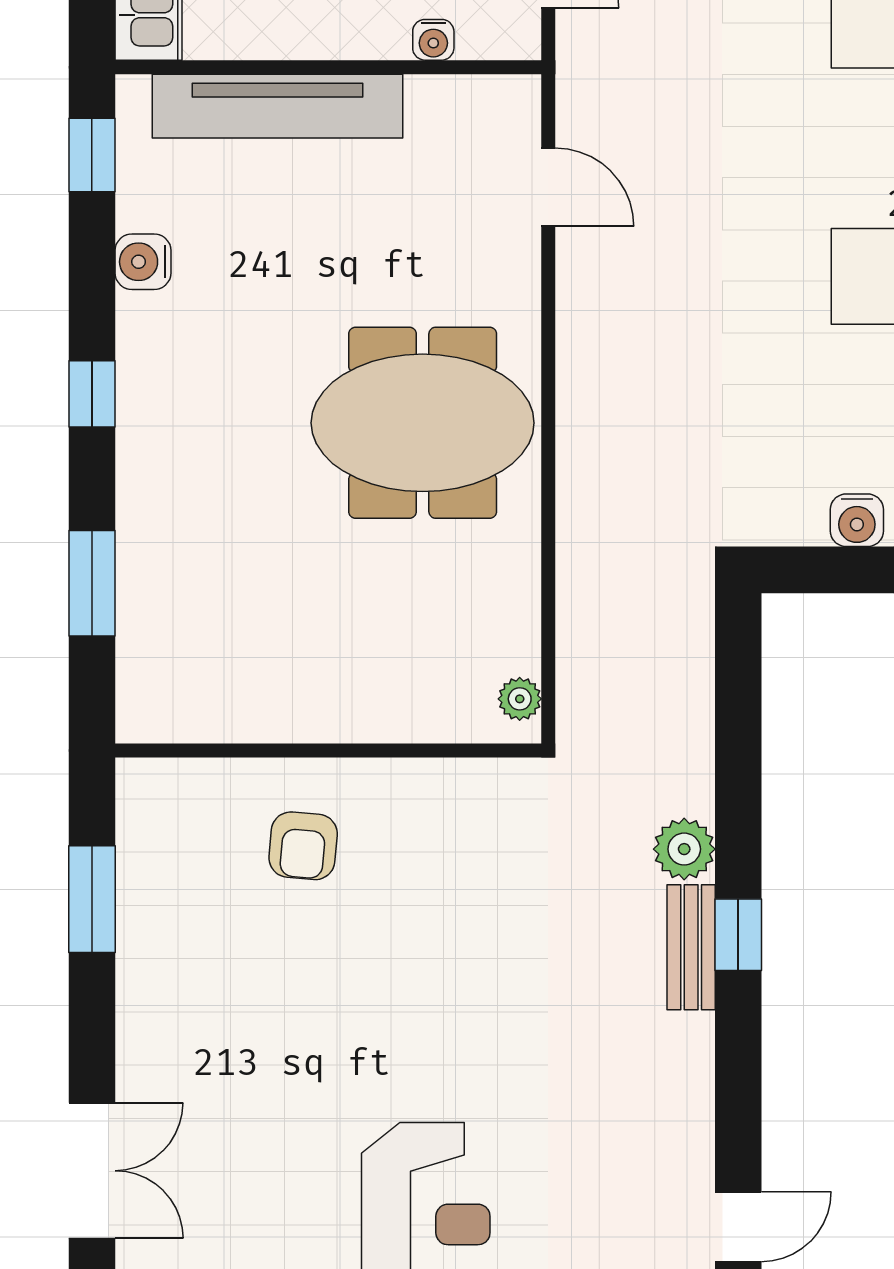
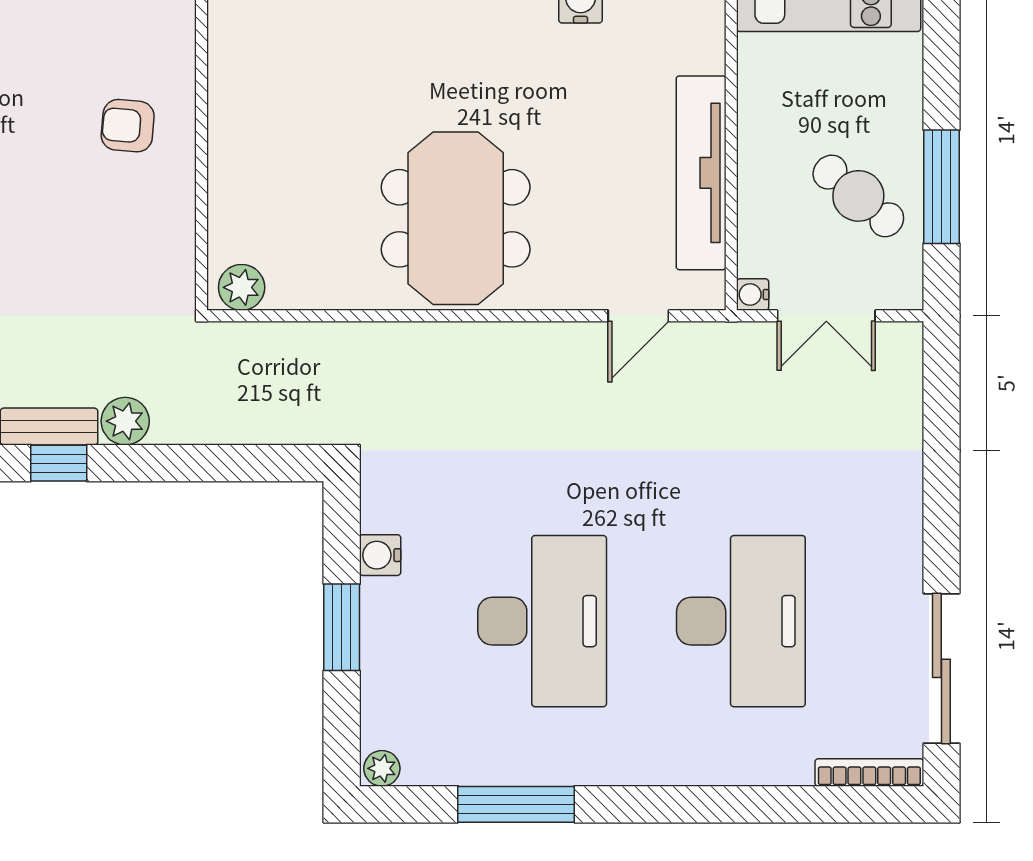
water cooler: (433, 40) -> (753, 295), moved
tv unit: (278, 106) -> (701, 173), moved
plant: (520, 699) -> (242, 287), width x1.38, depth x1.38

